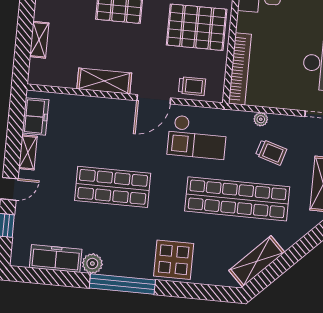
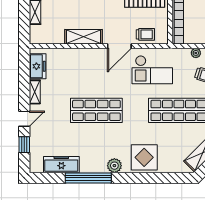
plant: (92, 264) -> (114, 166), moved
window: (122, 284) -> (88, 178), moved

